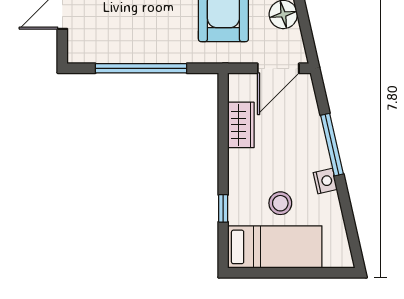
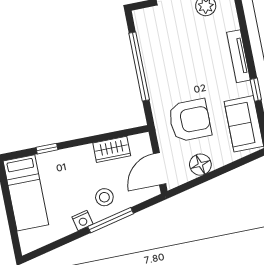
door: (278, 68) -> (160, 169), hinge flipped
stool: (280, 203) -> (104, 197), moved

